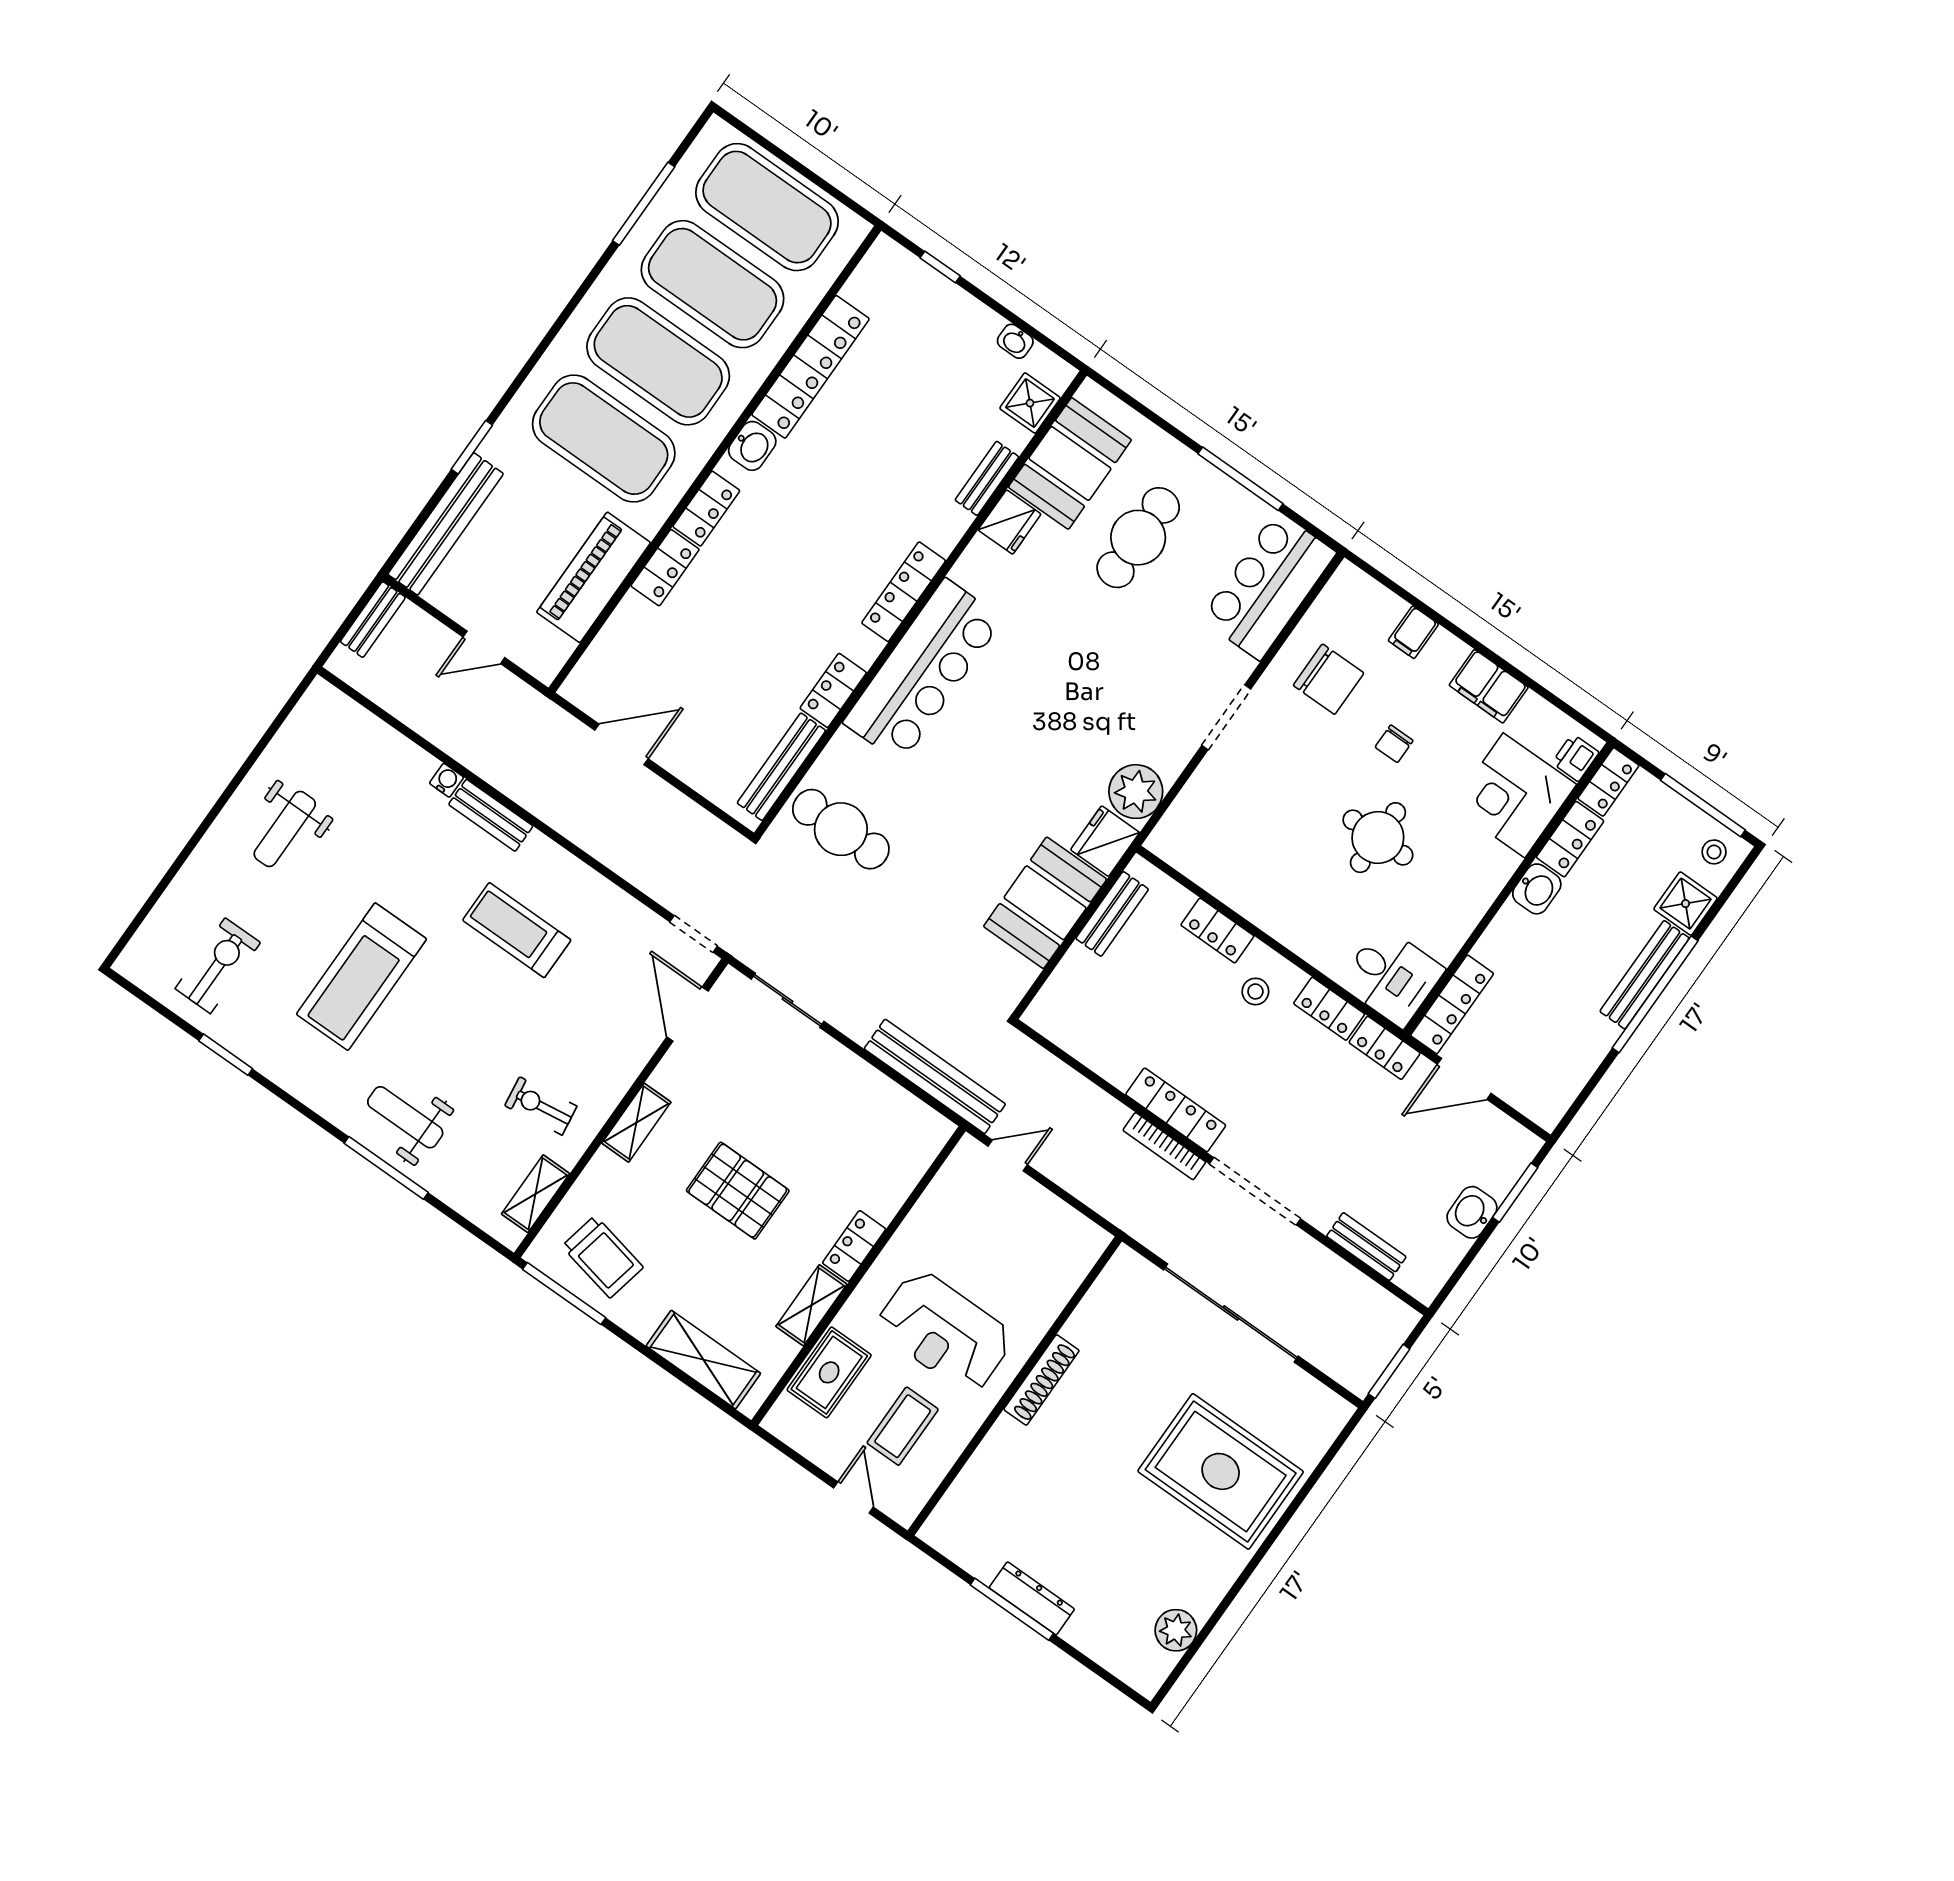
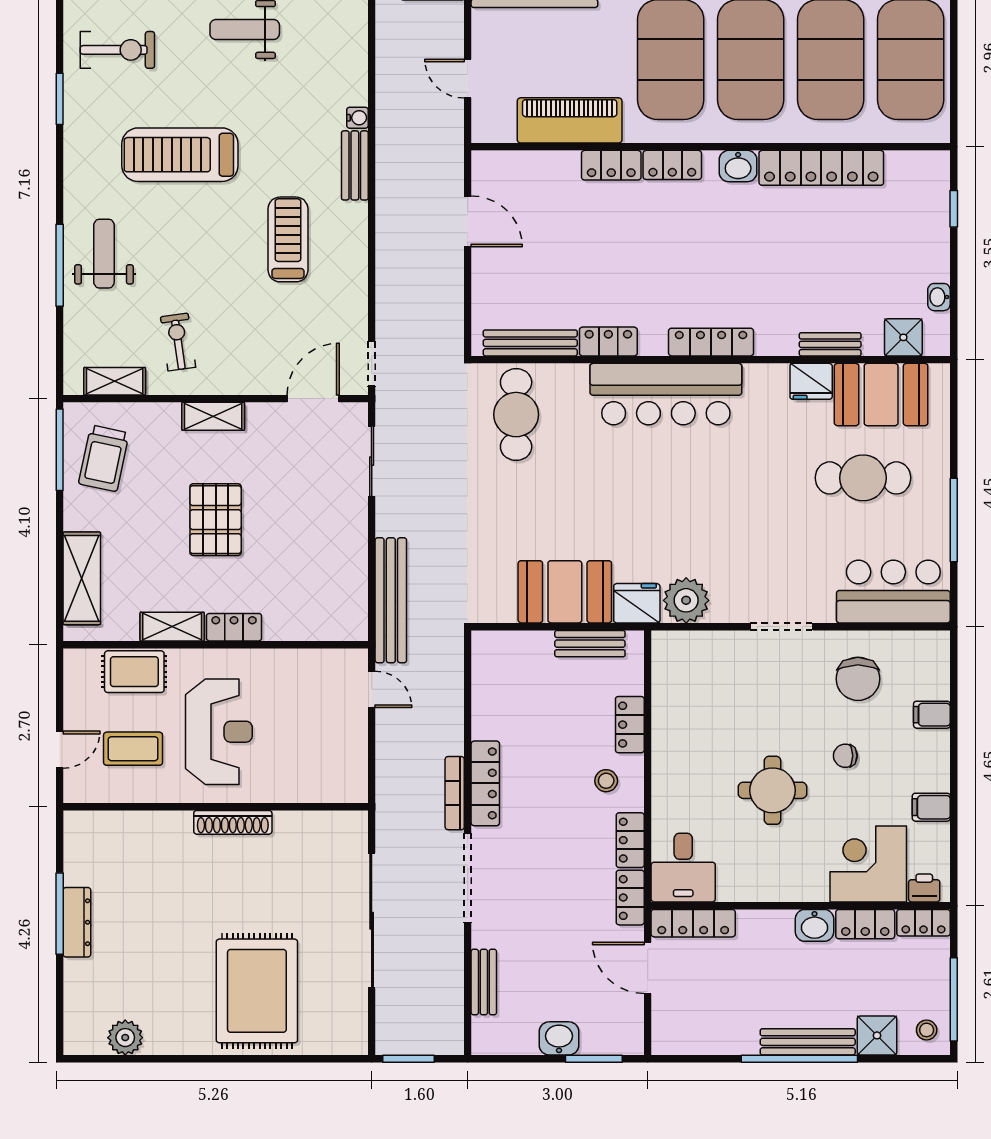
filing cabinet: (1489, 686) -> (931, 807), width x0.50
reception desk: (945, 1332) -> (219, 732), turned 180

